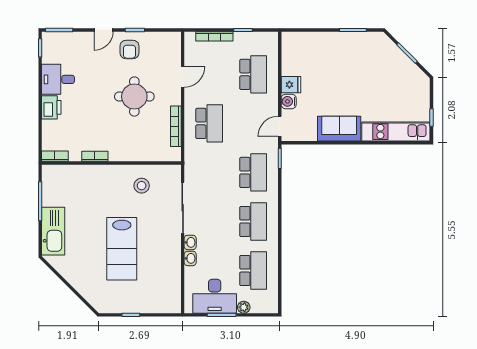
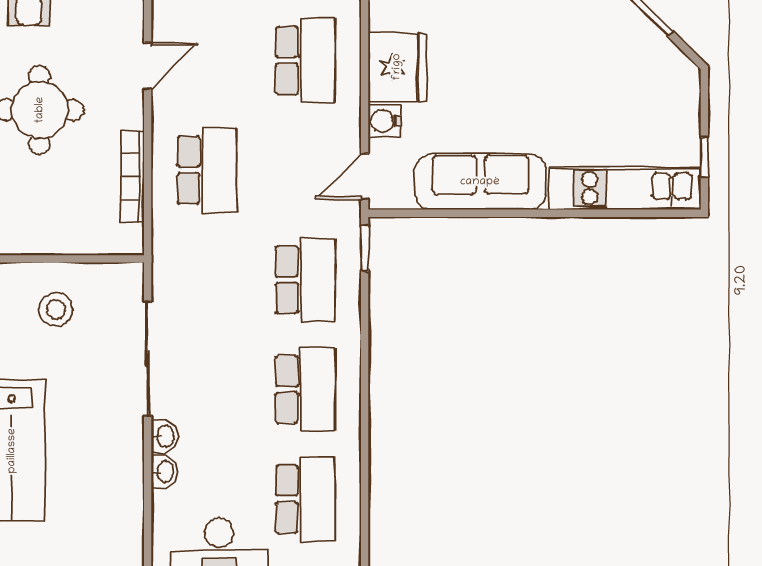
fridge: (291, 85) -> (397, 67), width x1.88, depth x1.34
sofa: (339, 129) -> (480, 182), width x1.36

